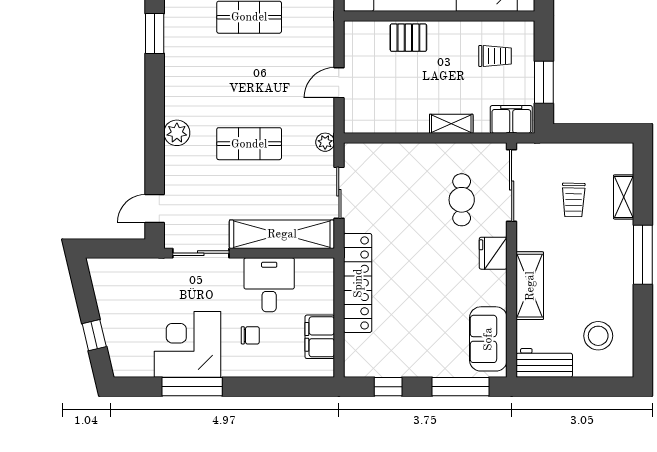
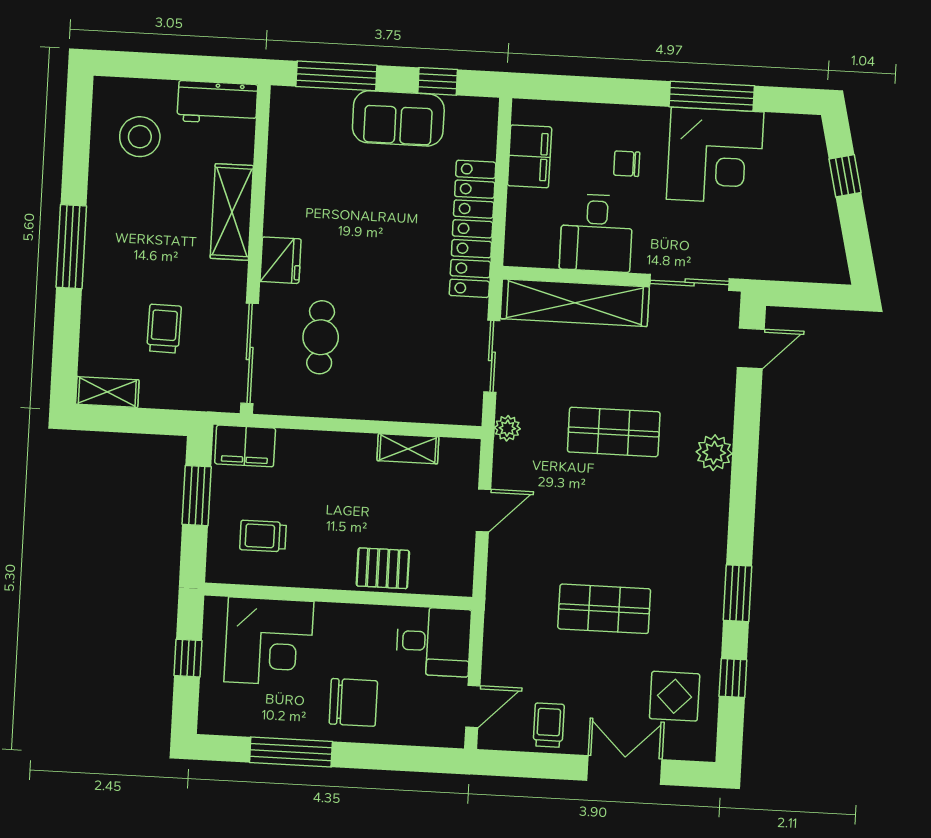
shelving: (451, 124) -> (408, 449), moved
shelving: (624, 197) -> (107, 392), moved, turned 90
sofa: (488, 339) -> (398, 118), moved, turned 90

